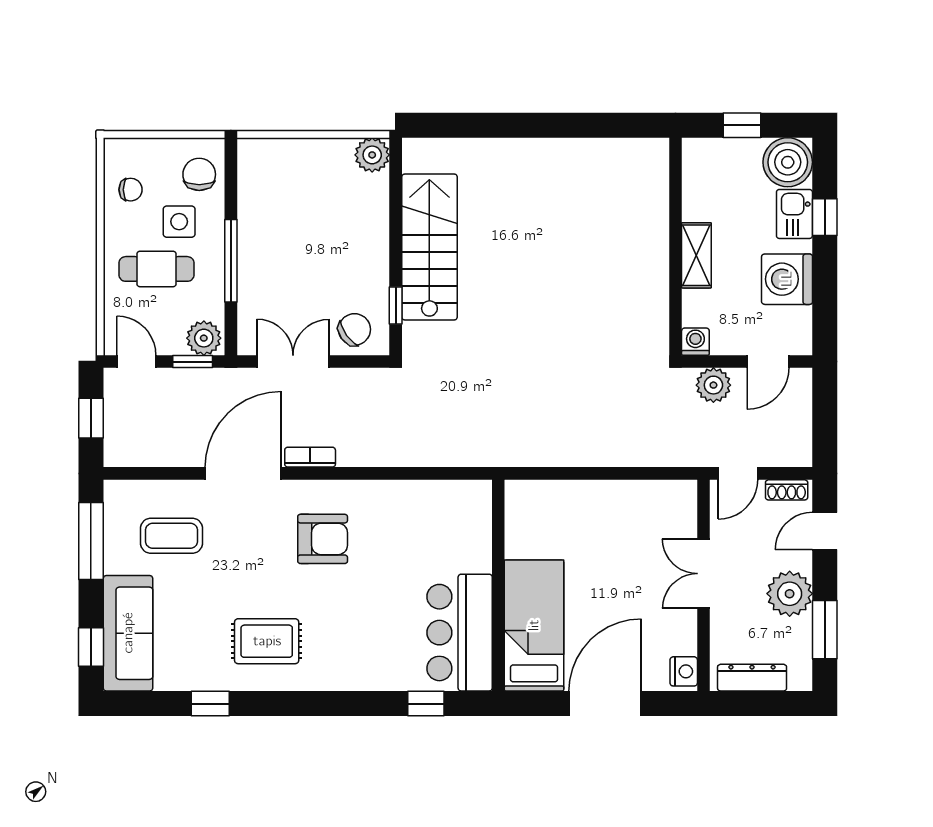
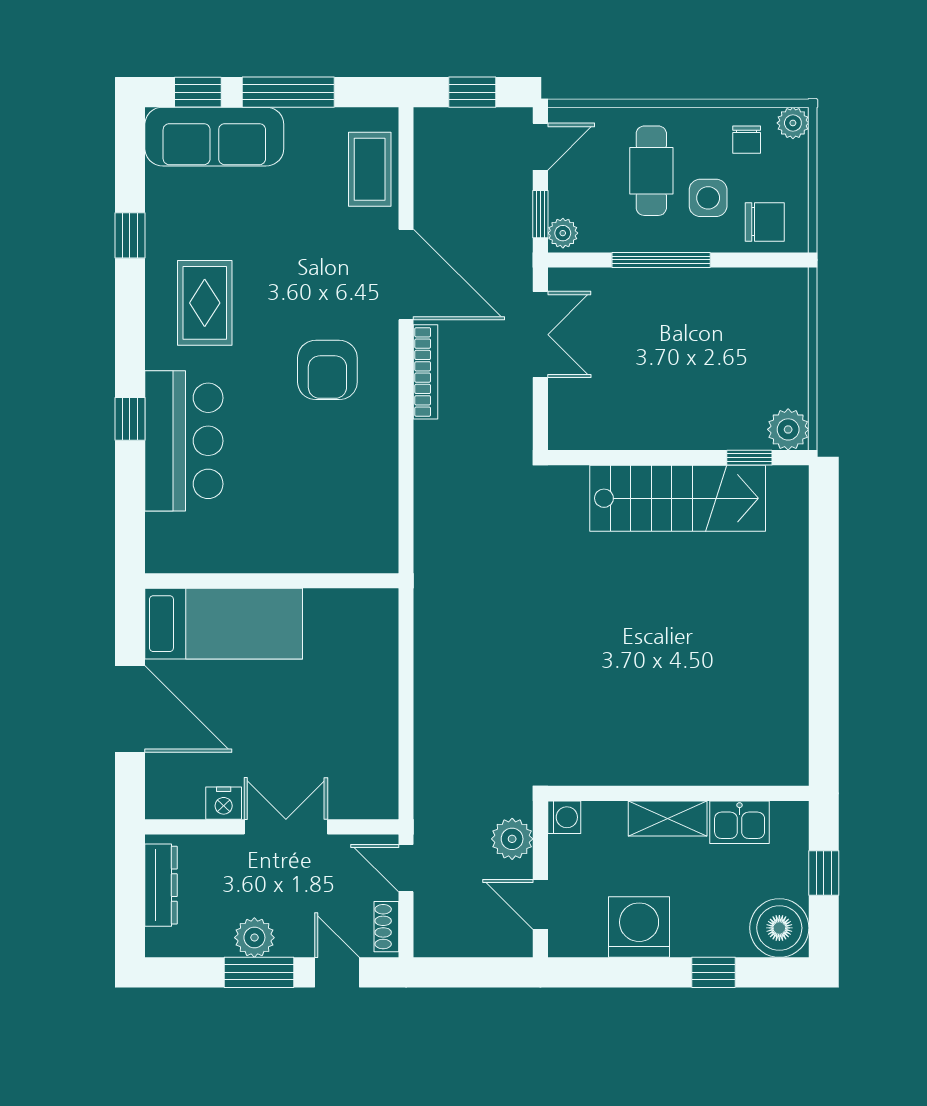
plant: (117, 151) -> (793, 123), added
kitchen sink: (794, 214) -> (740, 822), moved, turned 180
window: (396, 306) -> (749, 458), moved
chair: (354, 329) -> (579, 408), removed
plant: (204, 338) -> (563, 233), width x0.73, depth x0.73
bookcase: (310, 457) -> (426, 372), width x1.56
coffee table: (172, 536) -> (370, 169), moved
window: (91, 541) -> (288, 92), moved
plant: (790, 594) -> (254, 938), width x0.73, depth x0.73
window: (825, 630) -> (259, 972), moved
bar counter: (460, 633) -> (184, 441), moved, turned 90
nightstand: (684, 671) -> (224, 803), moved
window: (426, 704) -> (130, 419), moved

